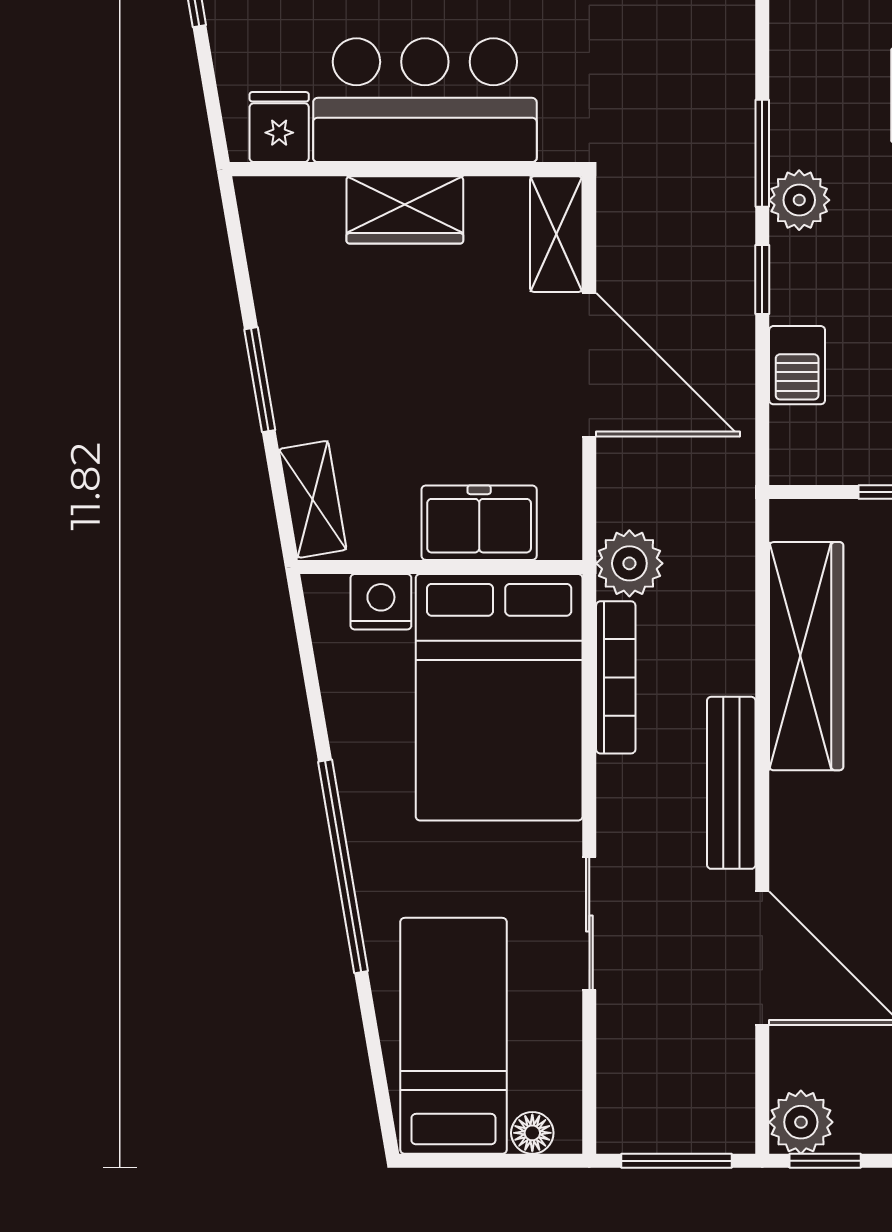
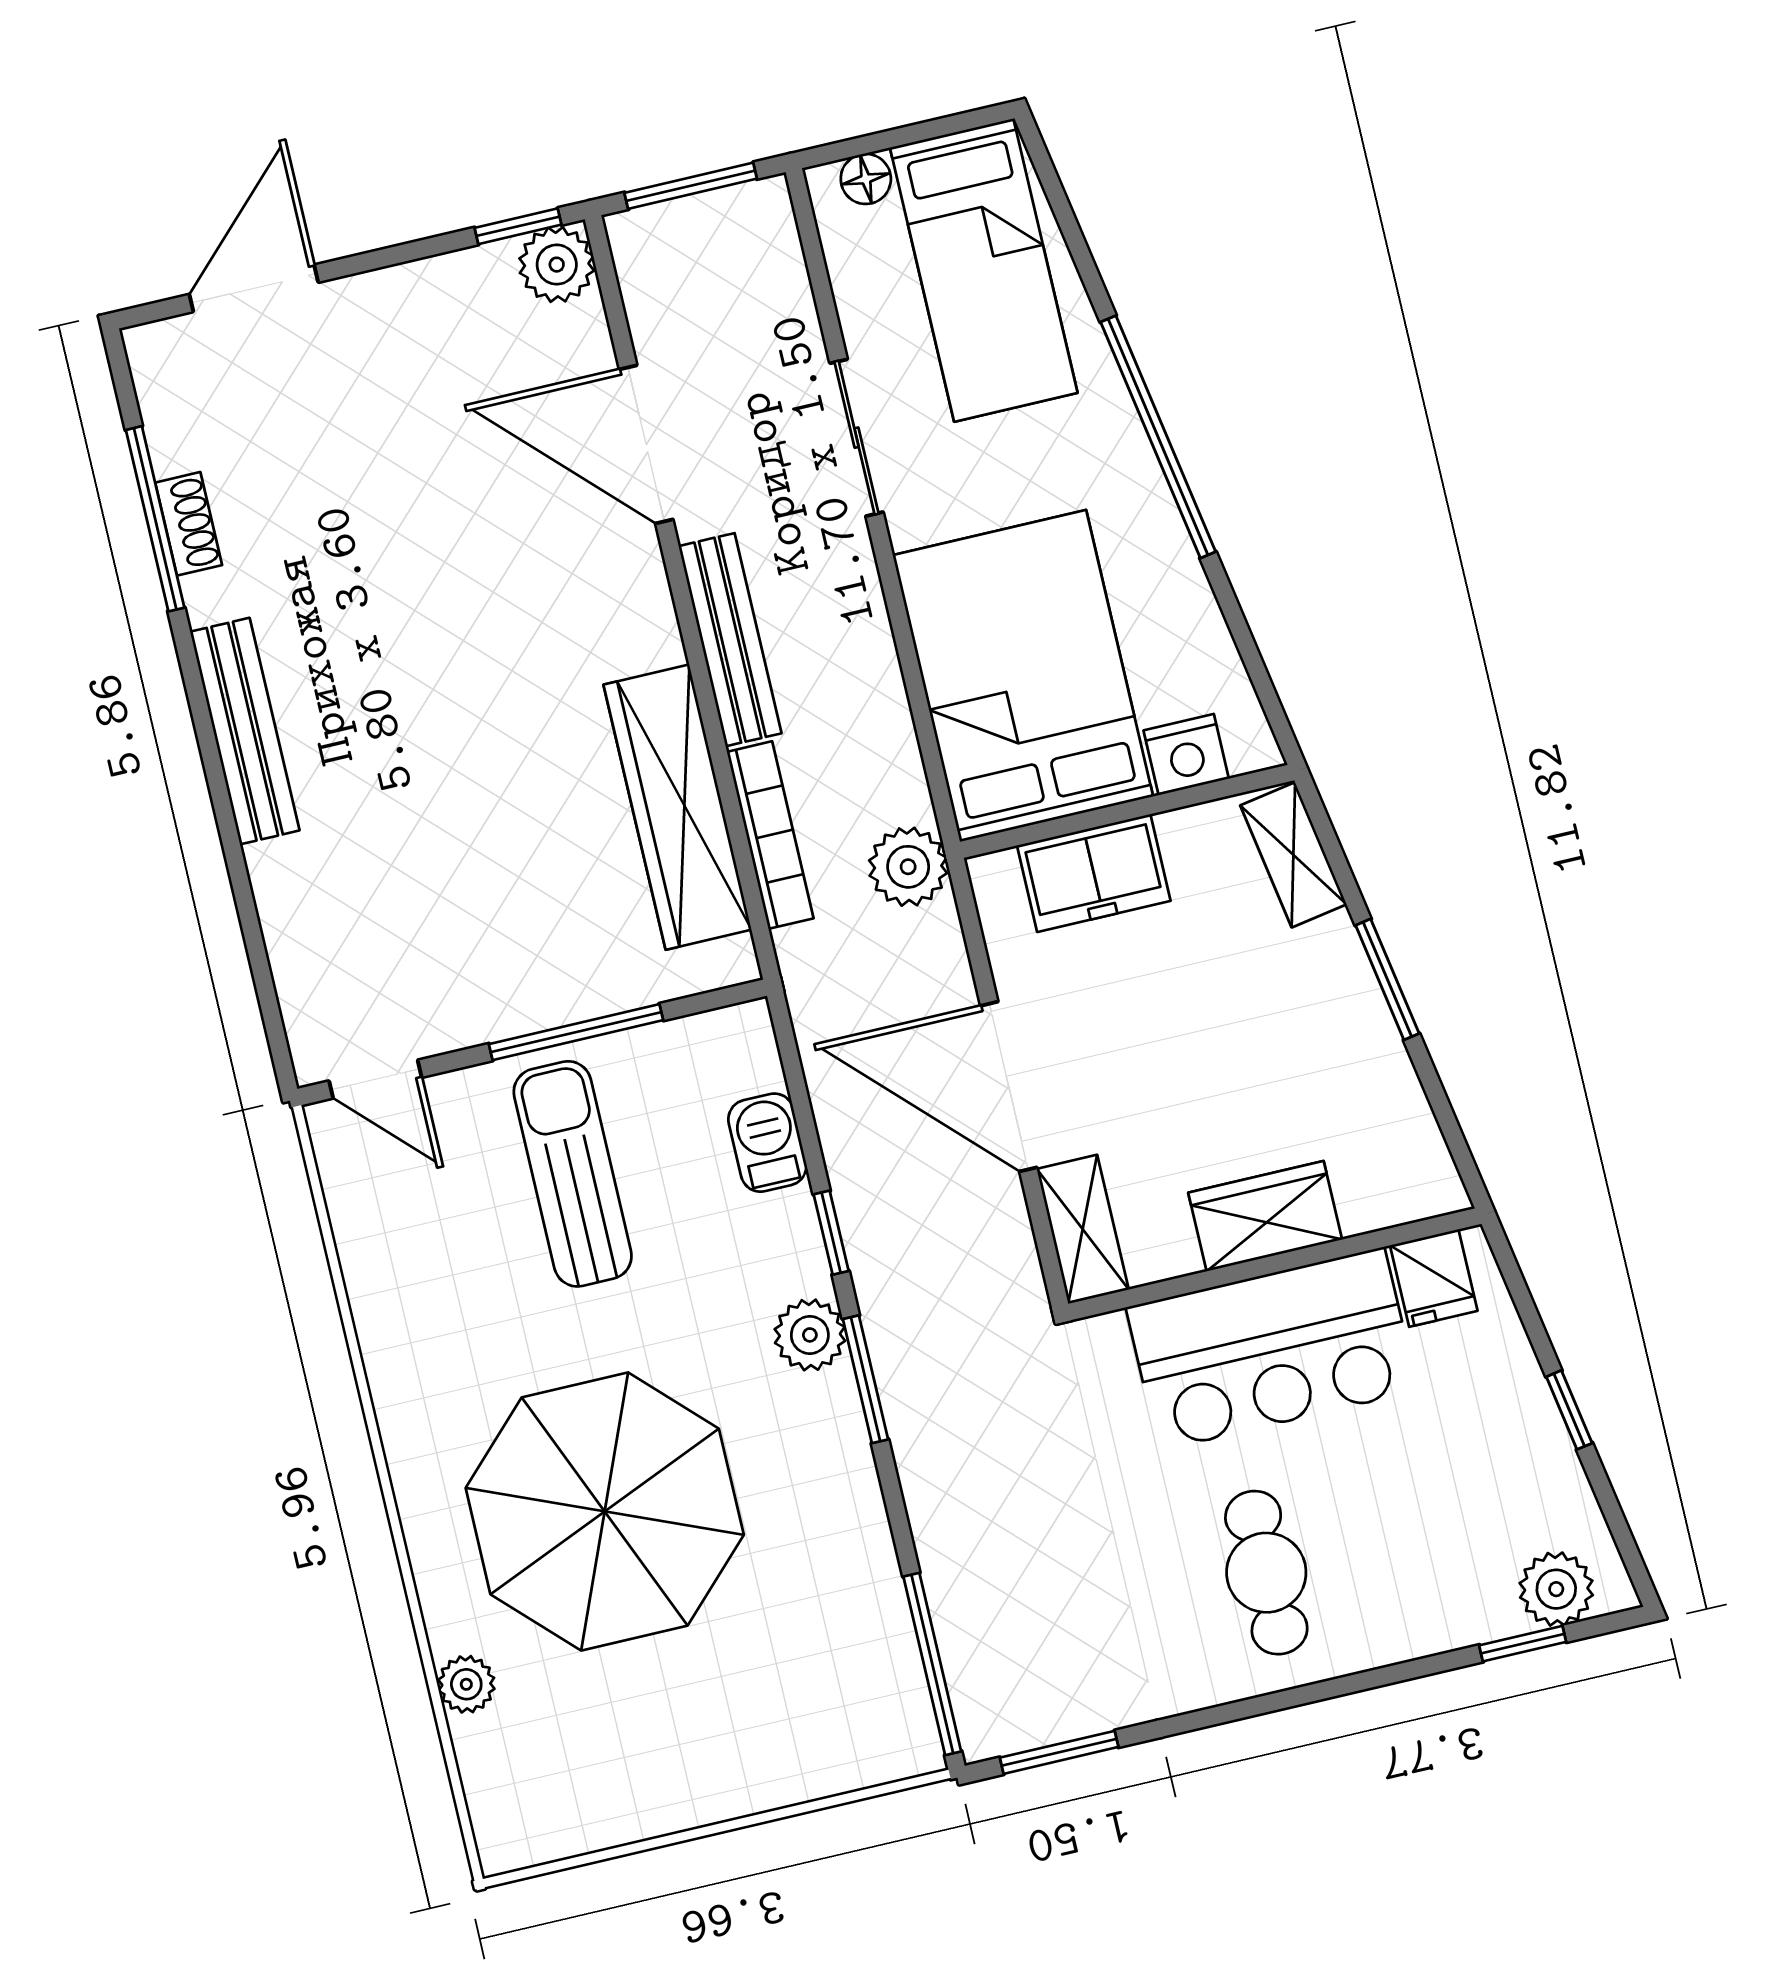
bookcase: (616, 677) -> (770, 835), moved, turned 180

